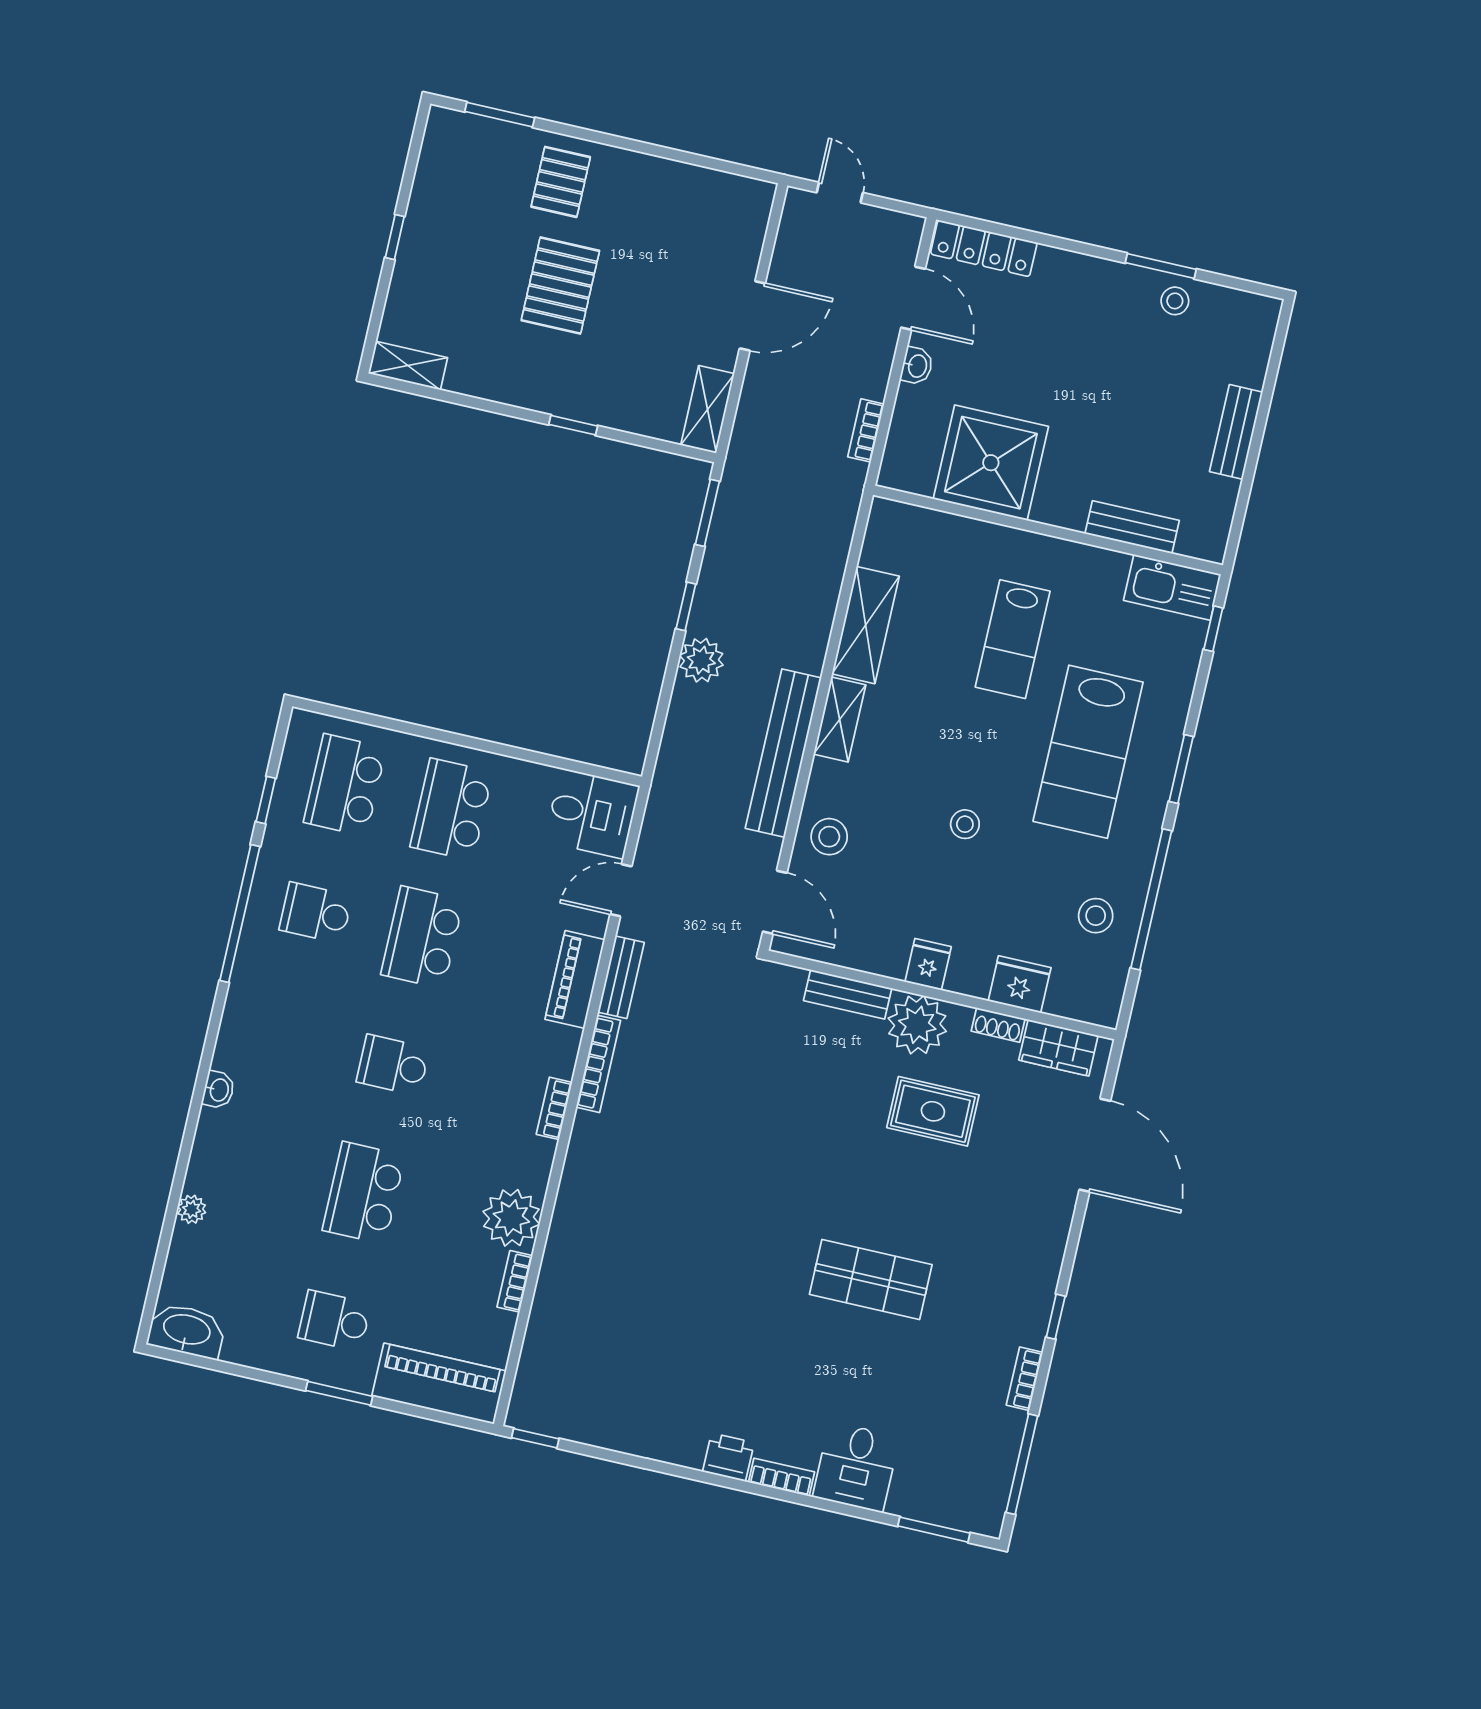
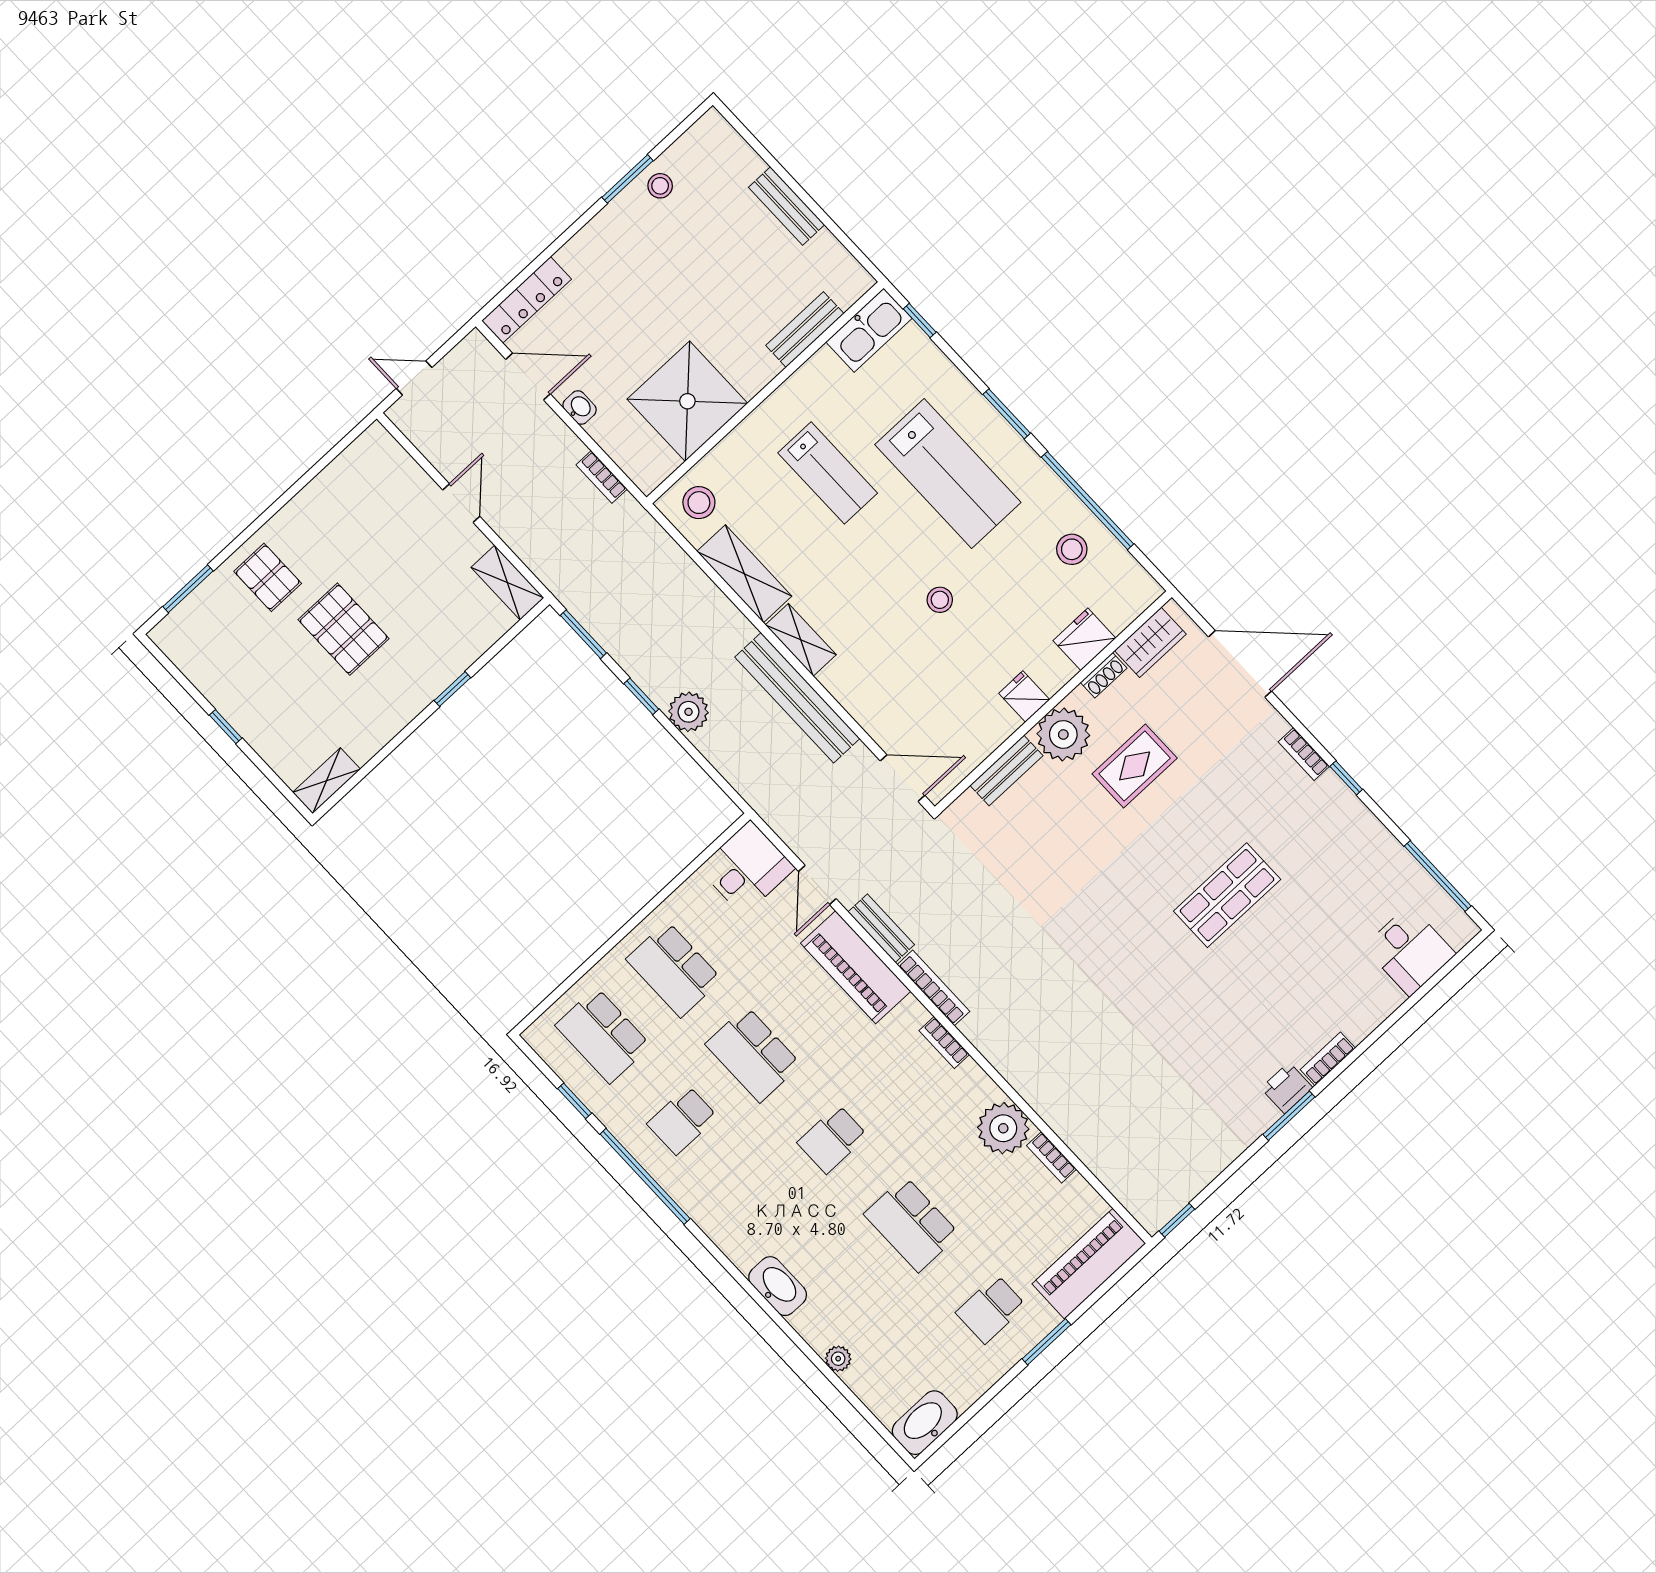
door: (752, 316) -> (461, 503), width x0.73
stool: (829, 837) -> (699, 503), moved
piano: (575, 979) -> (856, 967), width x1.37, depth x1.33
washbasin: (219, 1090) -> (778, 1286), width x1.91, depth x1.45
bookcase: (1024, 1379) -> (1304, 754), moved
desk: (856, 1467) -> (1410, 950), moved
window: (934, 1530) -> (1289, 1116), moved

